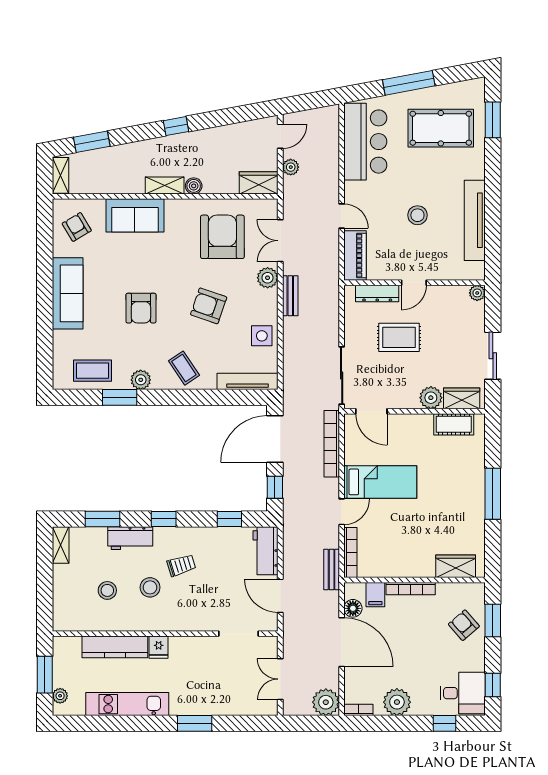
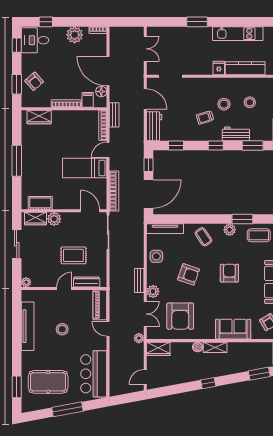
plant: (291, 167) -> (139, 338), moved
plant: (326, 702) -> (118, 35), removed

